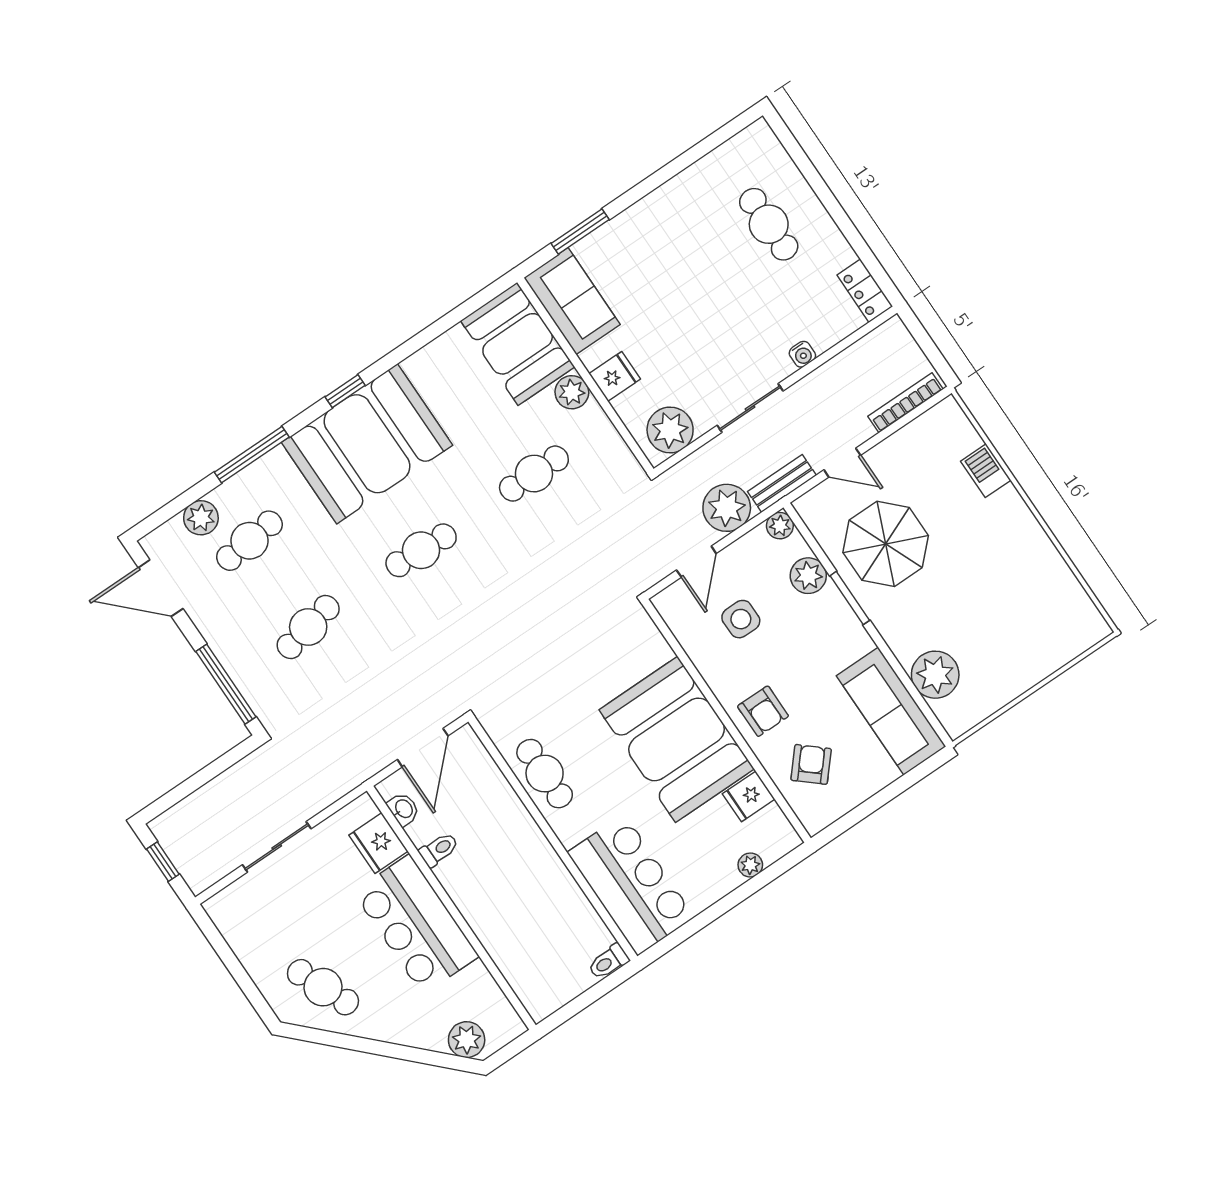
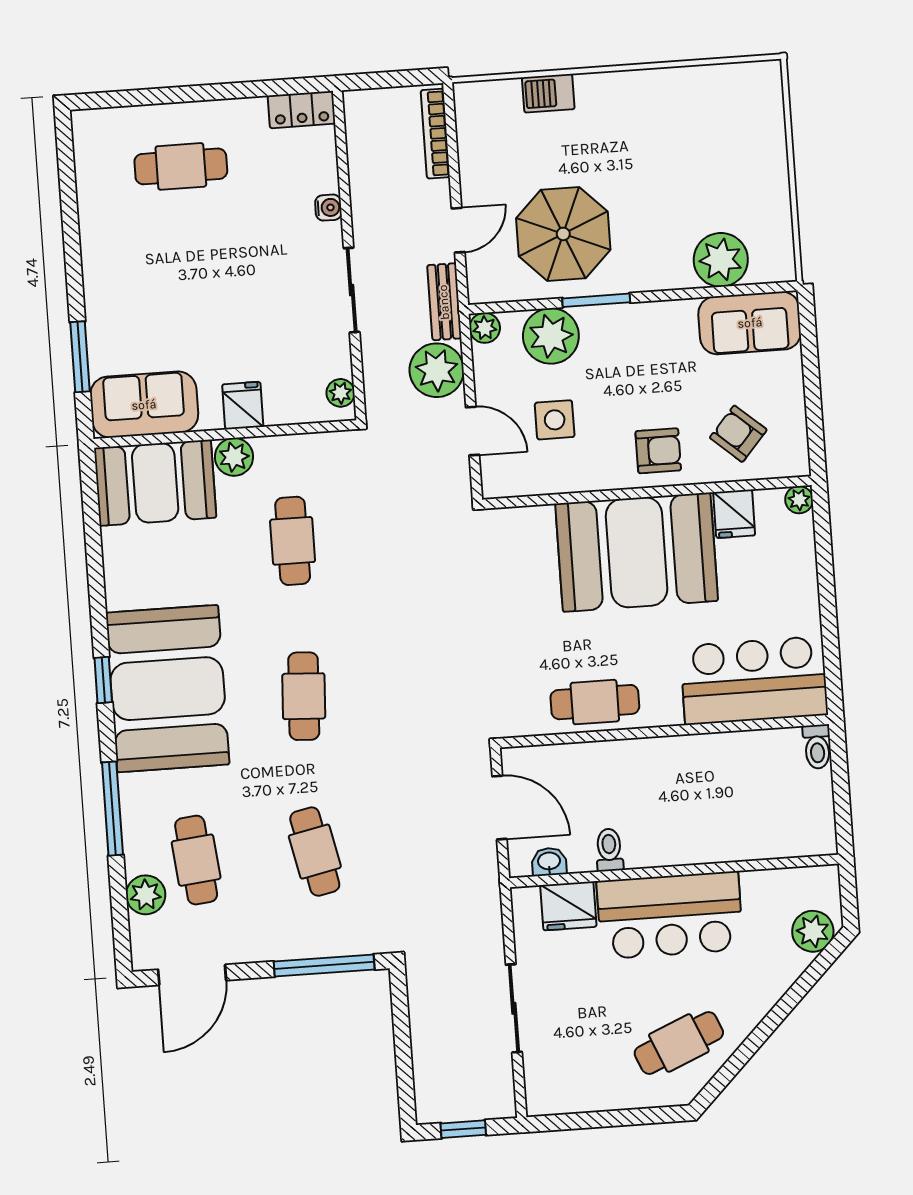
plant: (670, 430) -> (341, 393), width x0.53, depth x0.53
plant: (808, 576) -> (551, 336), width x1.36, depth x1.36
sofa: (891, 711) -> (750, 323), width x0.73
plant: (750, 865) -> (799, 500), moved

